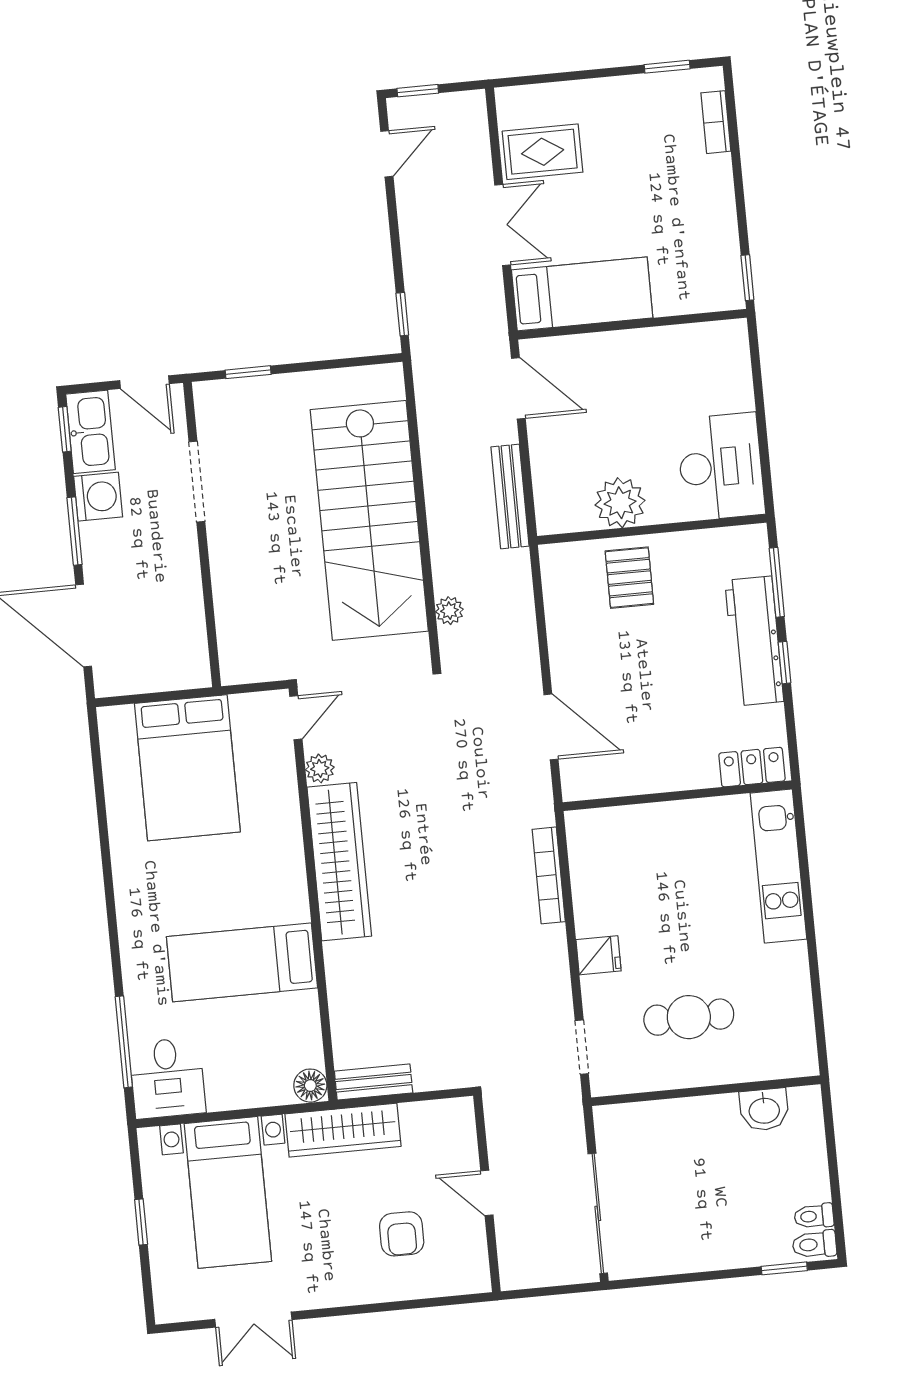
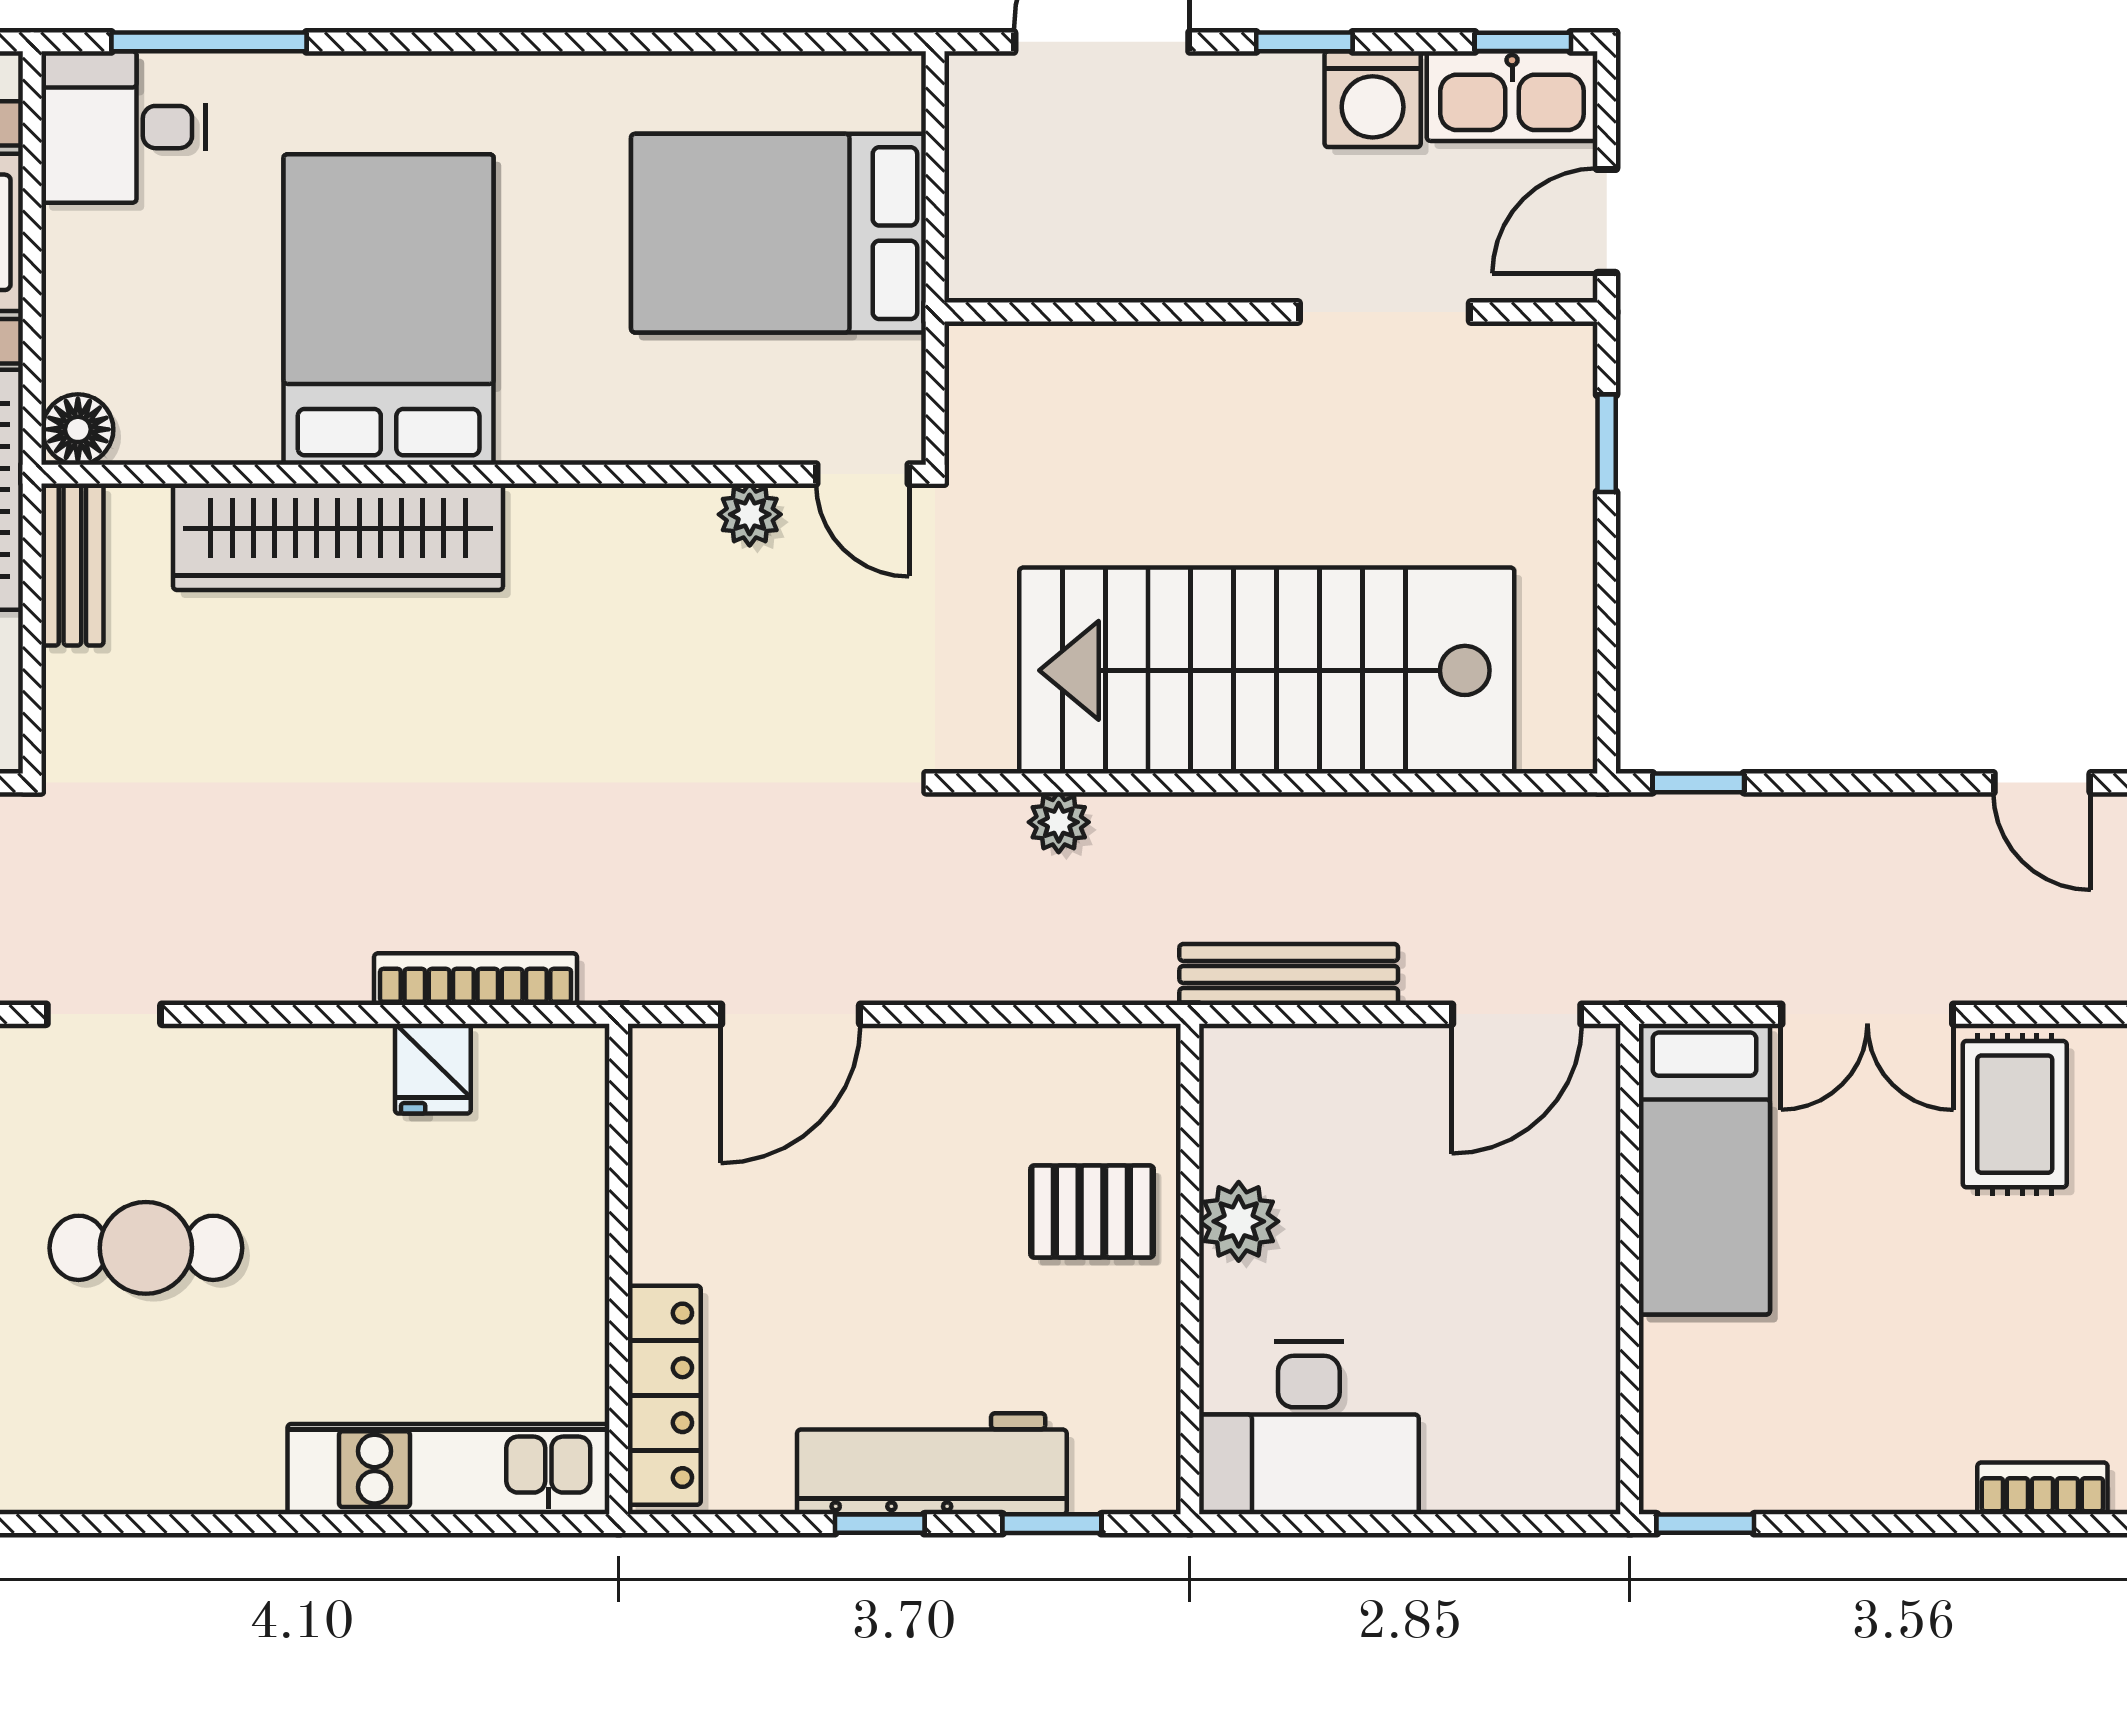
plant: (620, 503) -> (1239, 1221), width x0.73, depth x0.73
window: (75, 531) -> (1304, 42), width x0.67
window: (777, 582) -> (1052, 1524), width x0.67
locker: (752, 767) -> (664, 1395), width x1.53
wardrobe: (339, 862) -> (338, 537), moved
fridge: (599, 955) -> (433, 1069), moved
bed: (242, 962) -> (389, 309), width x1.50
cafe table: (689, 1017) -> (146, 1248), turned 90

